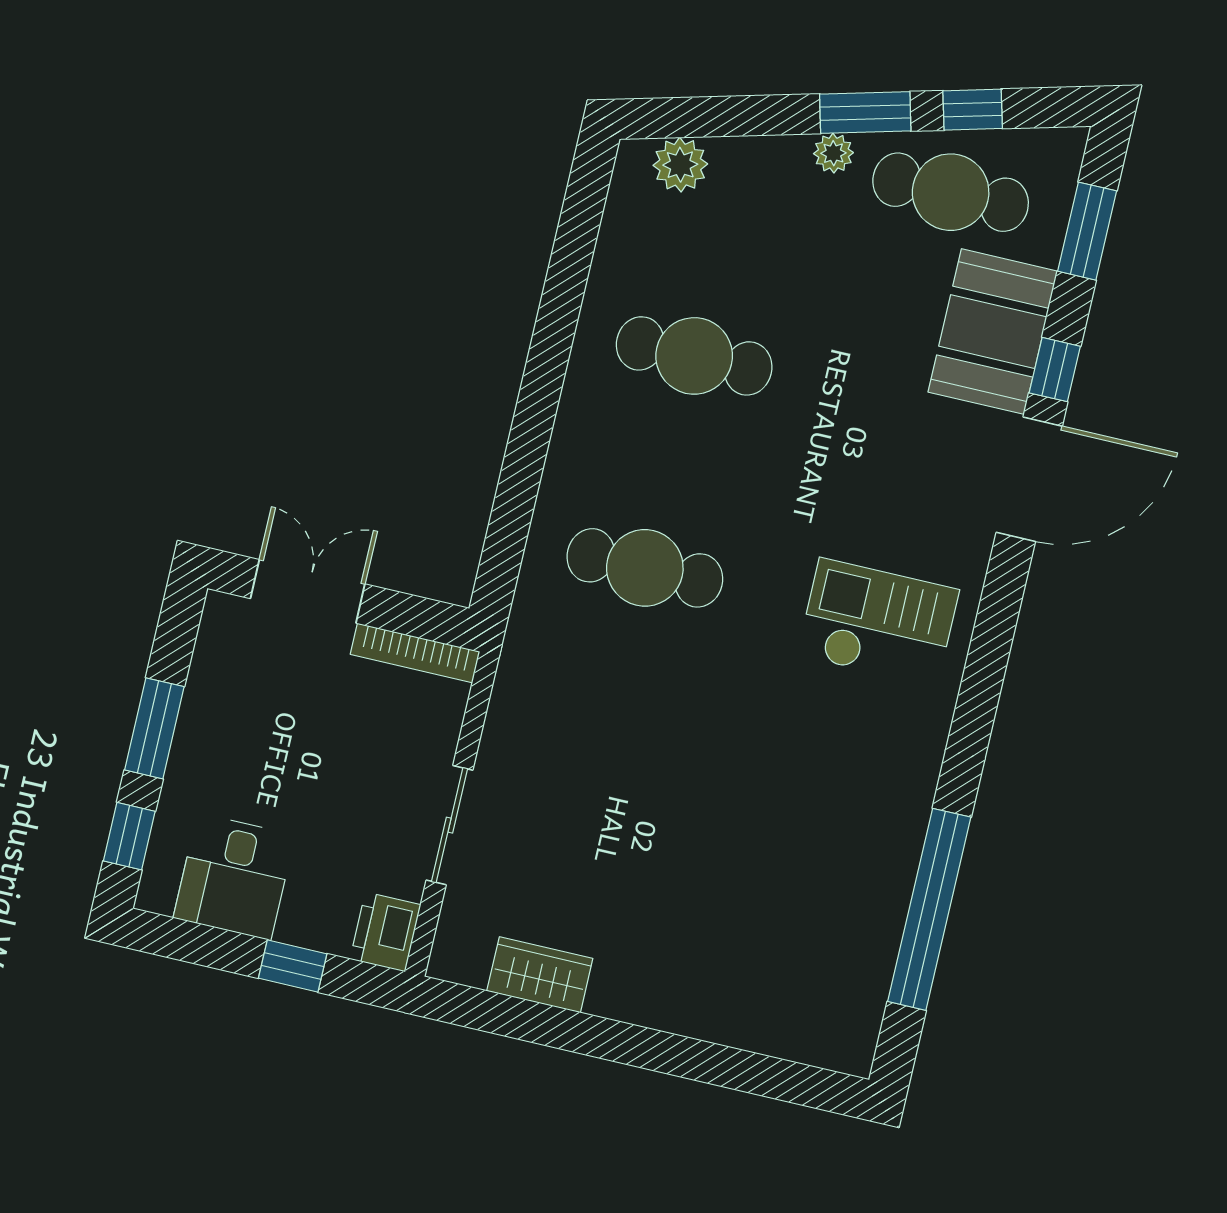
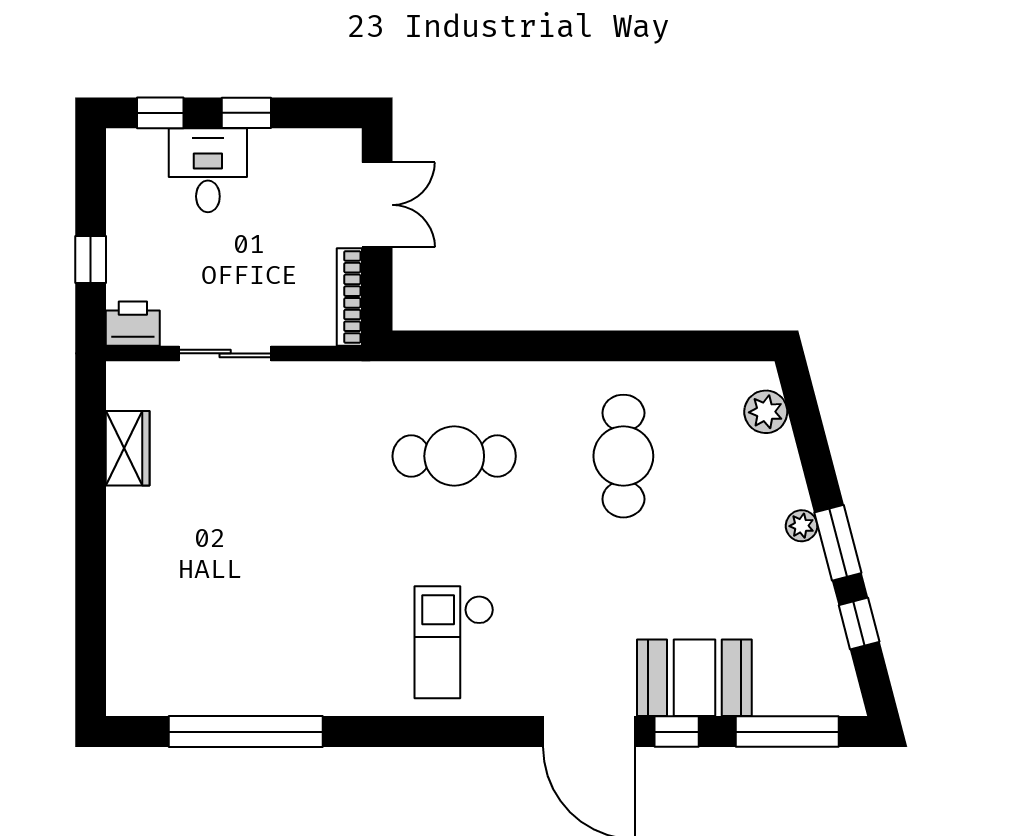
cafe table: (951, 192) -> (793, 621), removed
window: (1087, 231) -> (787, 732), width x1.44
cafe table: (645, 568) -> (454, 456), turned 90
checkout: (878, 623) -> (454, 642), turned 180
window: (154, 728) -> (246, 113), width x0.67
desk: (234, 877) -> (208, 170), moved, turned 90

